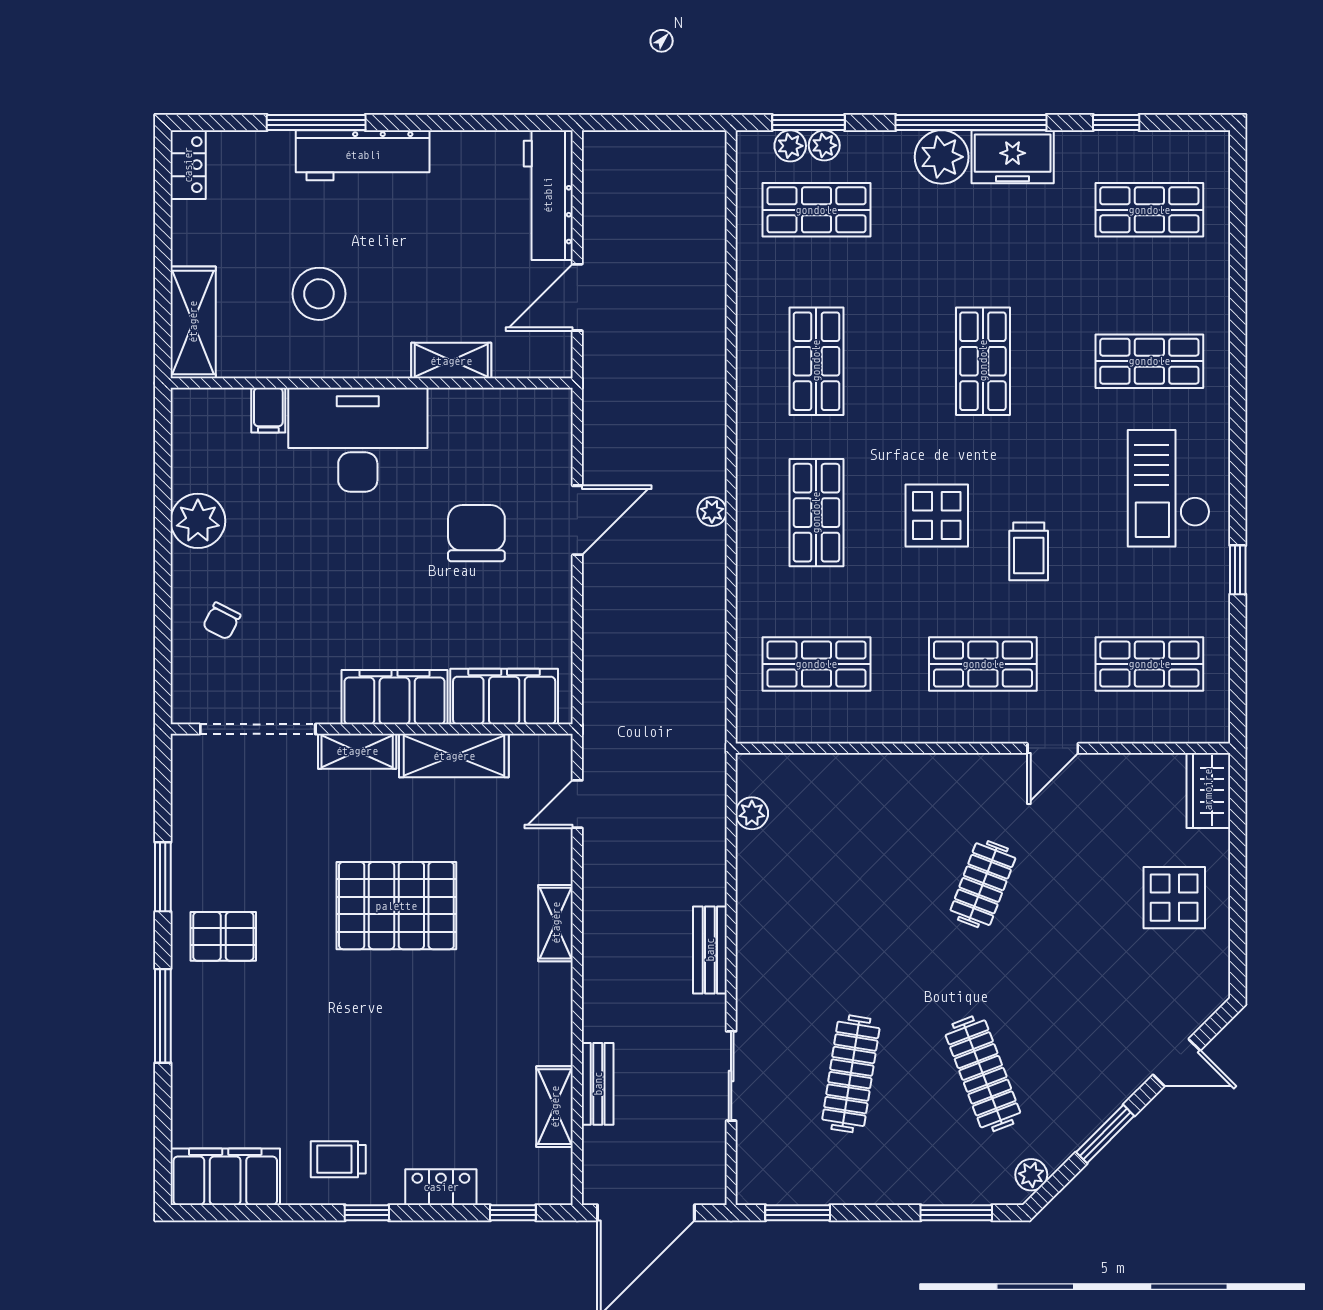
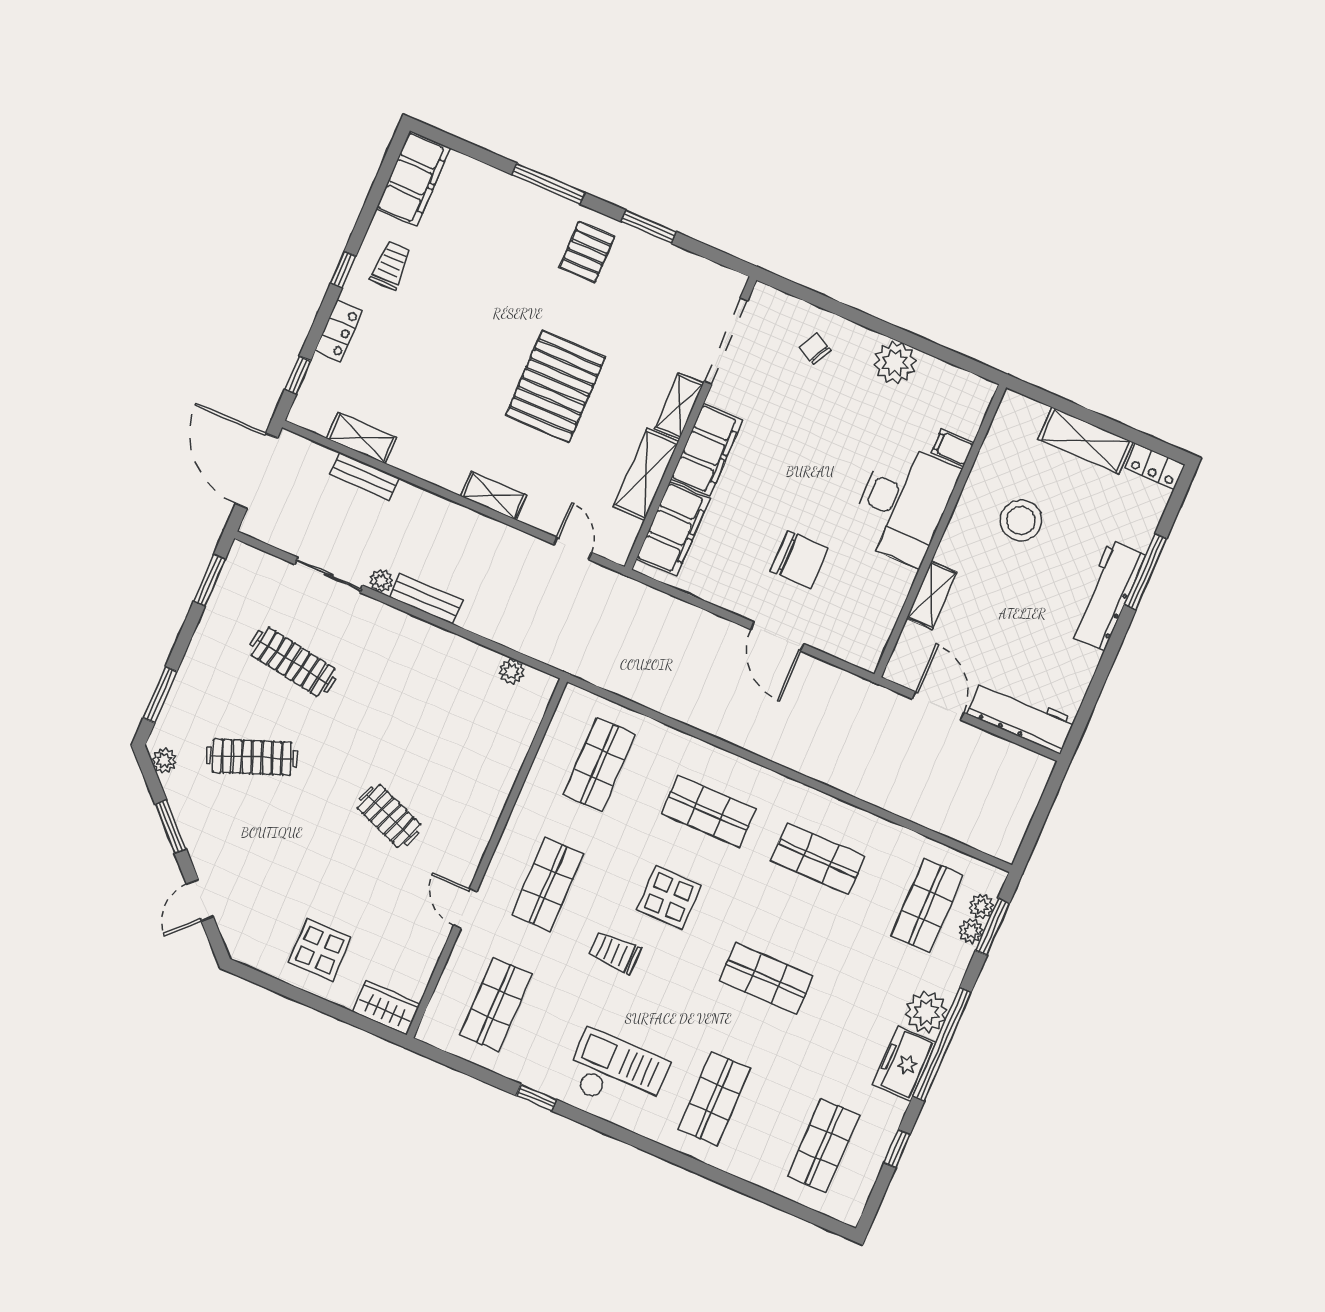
shelving: (193, 322) -> (1086, 441), moved
plant: (712, 511) -> (381, 581), moved

